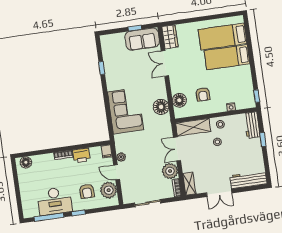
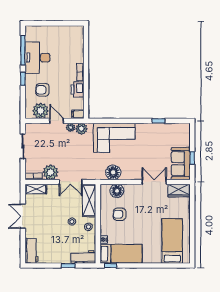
bed: (227, 57) -> (121, 254), moved, turned 90
plant: (121, 146) -> (81, 129), added
double door: (177, 149) -> (71, 182), swing flipped
floor lamp: (26, 162) -> (78, 35), removed
door: (117, 172) -> (57, 121), hinge flipped
workbench: (248, 180) -> (31, 251), width x0.73

